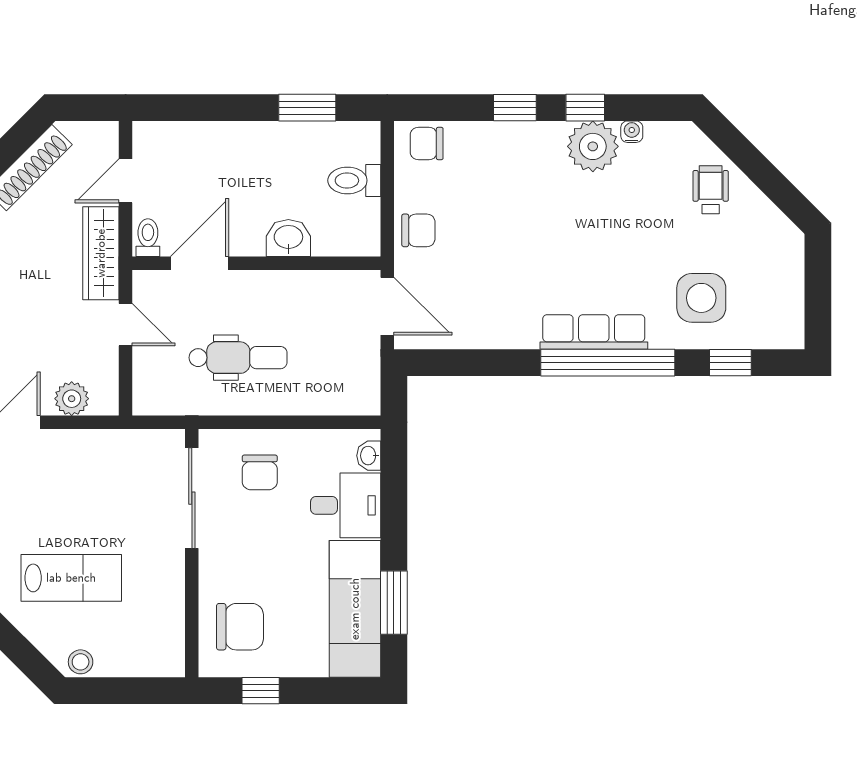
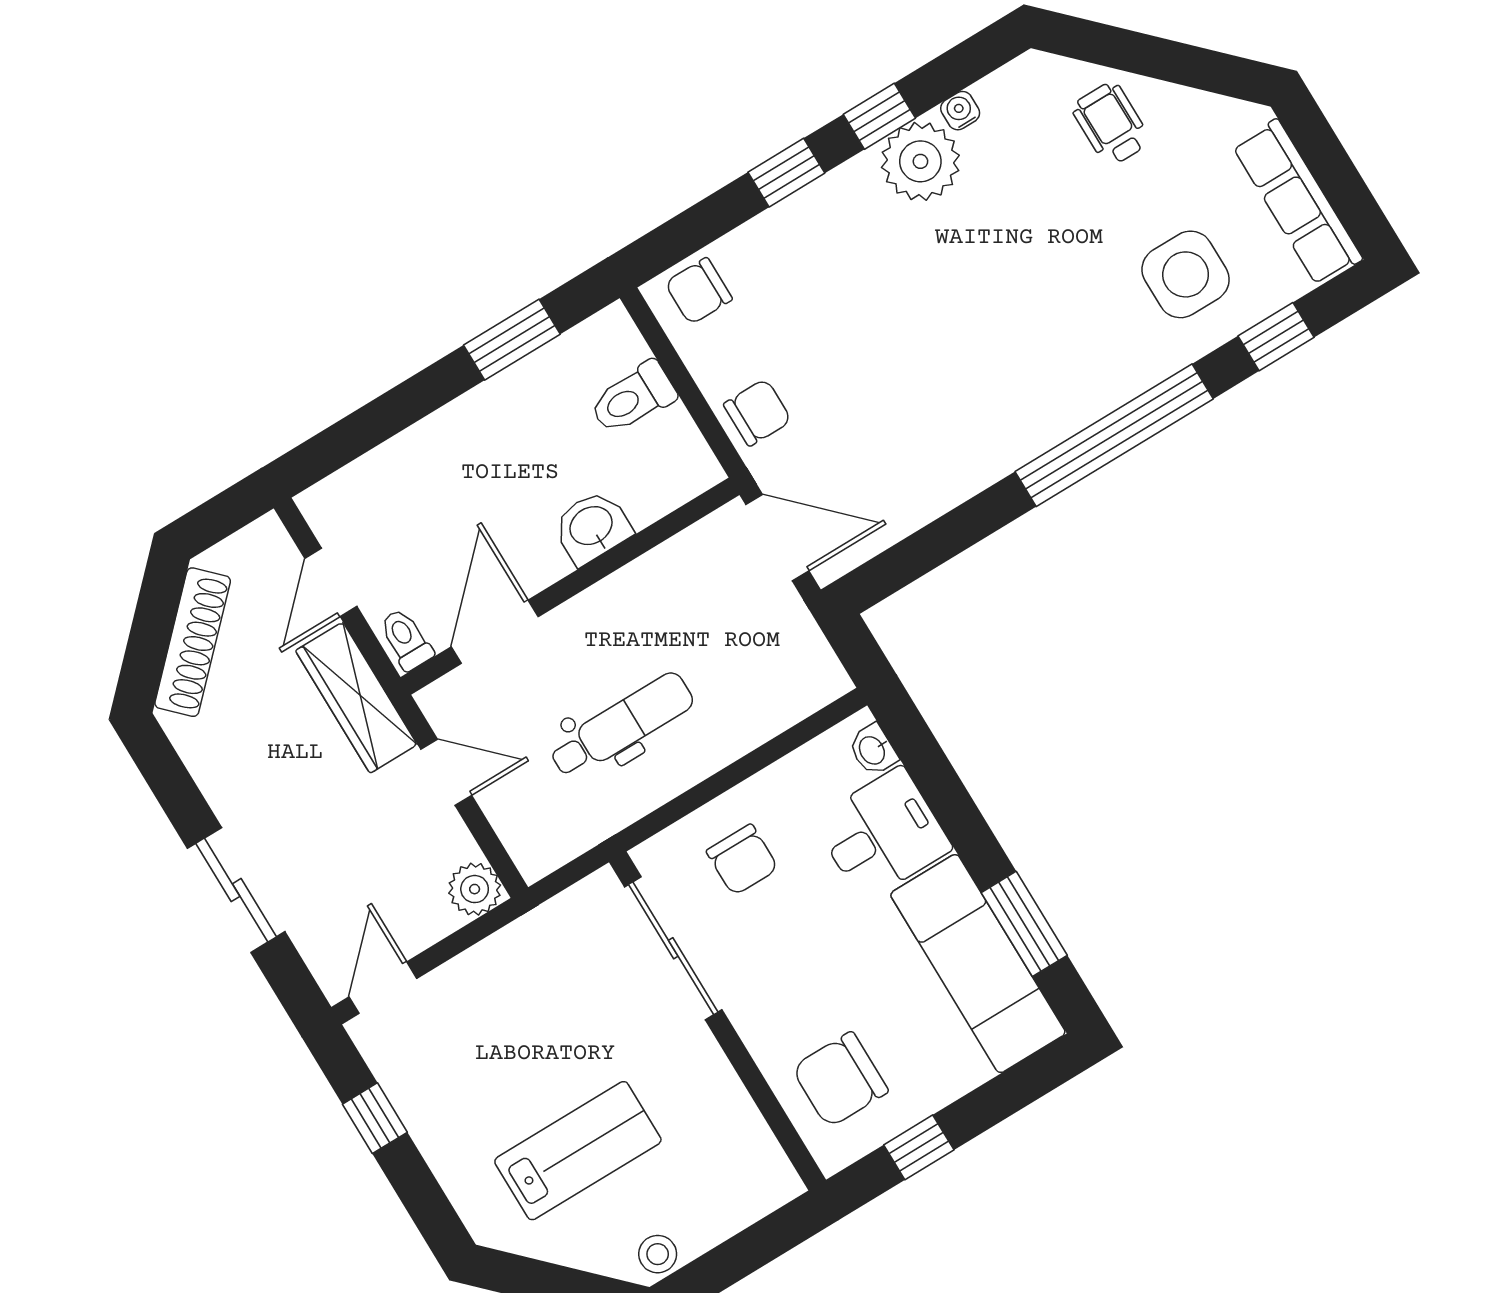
row of seats: (594, 332) -> (1297, 202), moved, turned -90
plant: (72, 399) -> (475, 889), moved
chair: (240, 627) -> (840, 1080), turned 180

